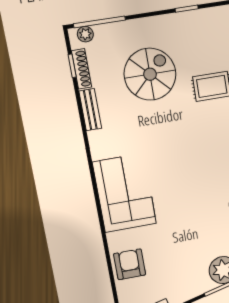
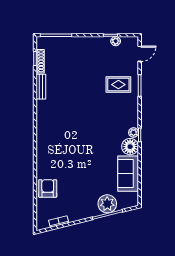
plant: (85, 34) -> (116, 41), moved
spiral stairs: (150, 74) -> (81, 71), removed
corner sofa: (125, 193) -> (53, 142), removed

